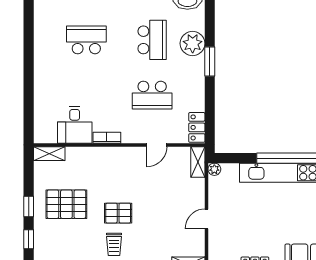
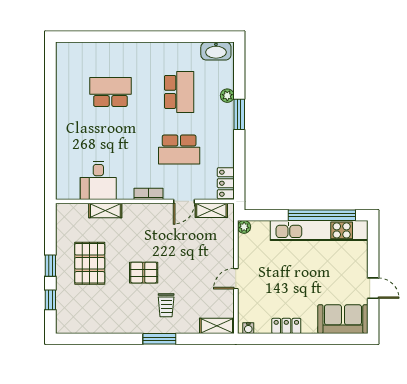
plant: (193, 43) -> (227, 96), width x0.53, depth x0.53
bookcase: (107, 138) -> (149, 194), moved
shelving: (49, 154) -> (105, 211), moved
shelving: (198, 162) -> (211, 210), moved, turned 90
pallet: (66, 204) -> (90, 263), turned 90
trolley: (114, 244) -> (166, 305), moved

